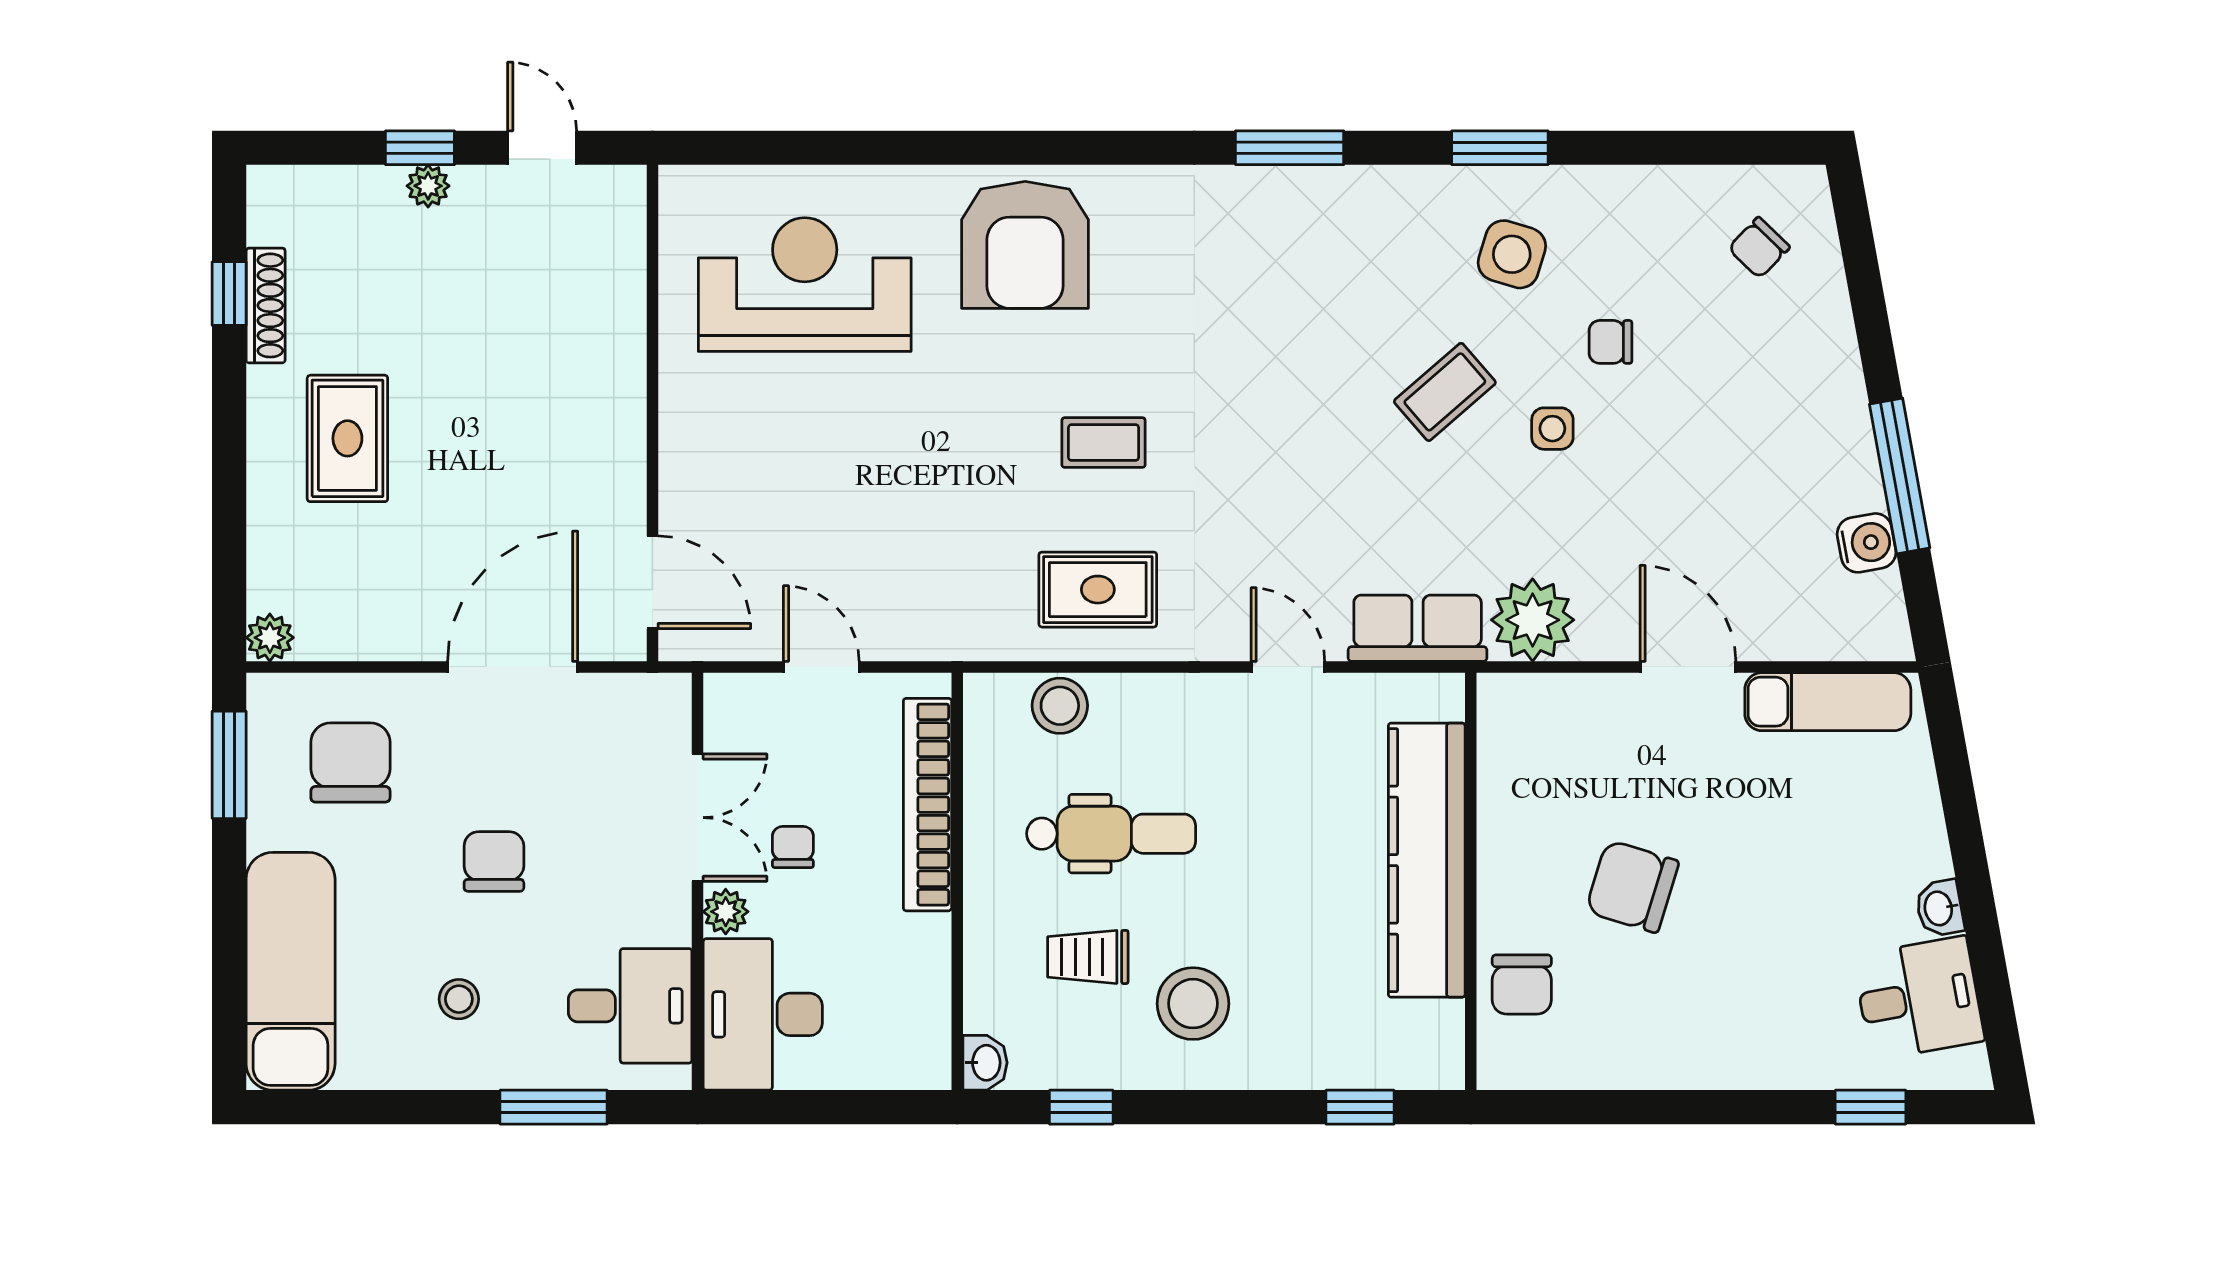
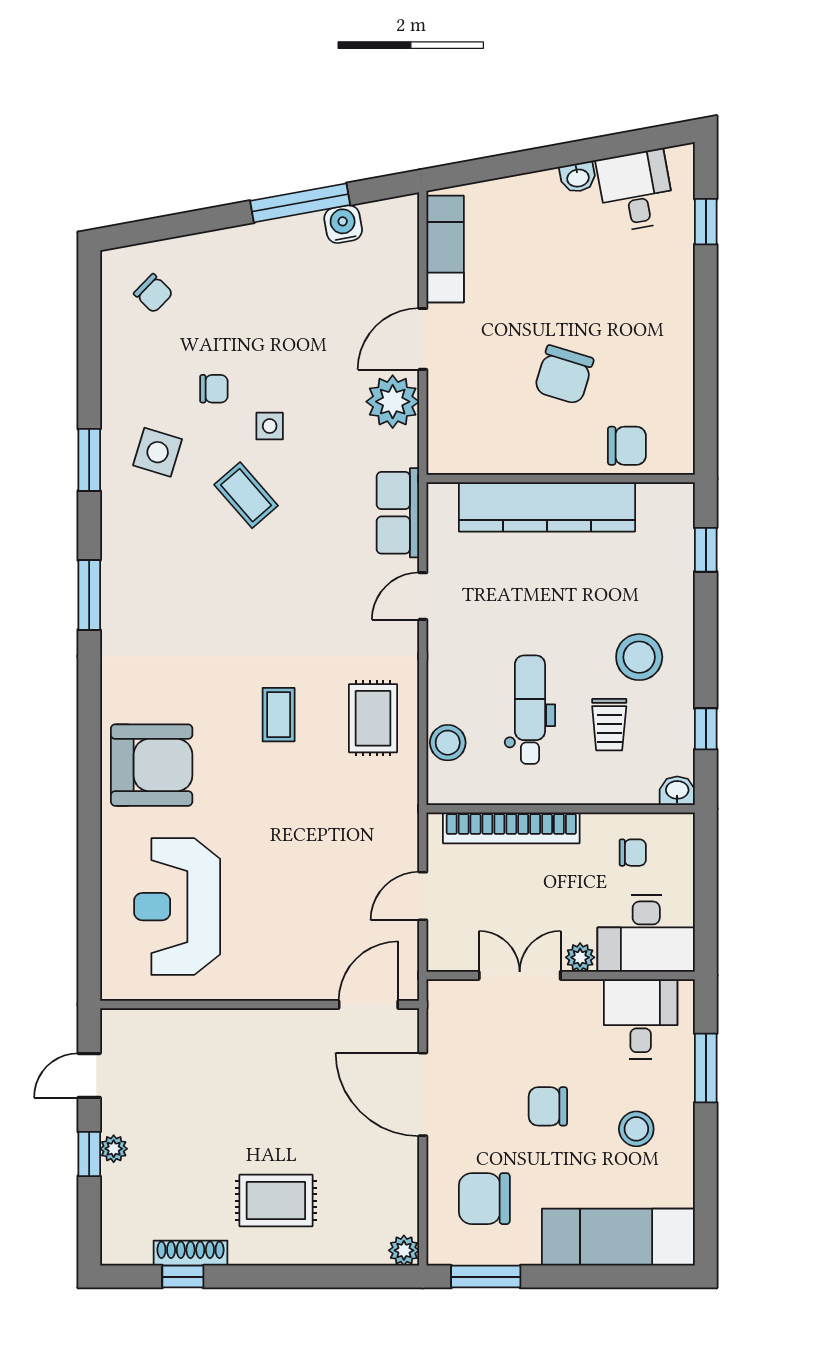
chair: (1611, 342) -> (214, 389), turned -90
plant: (1533, 620) -> (393, 402), moved
chair: (793, 847) -> (633, 853), moved, turned 180
stool: (459, 999) -> (636, 1129), width x1.37, depth x1.37

